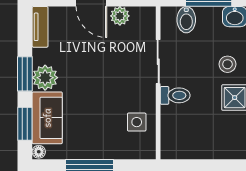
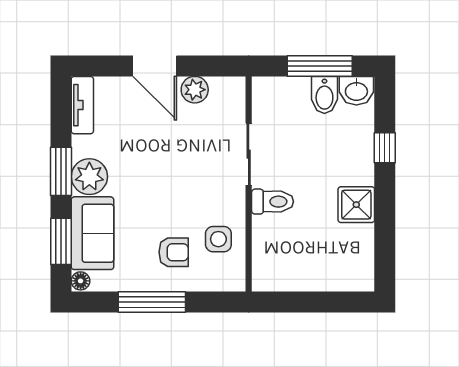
bidet: (186, 20) -> (324, 95), moved
stool: (227, 64) -> (346, 158), removed
armchair: (105, 131) -> (174, 252), added

